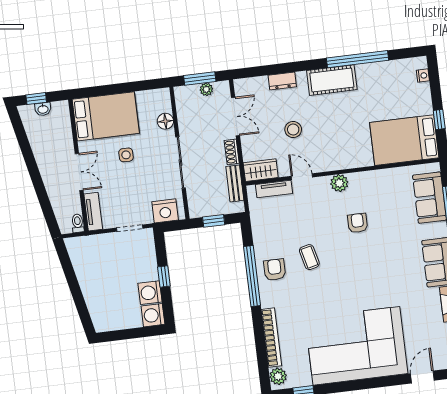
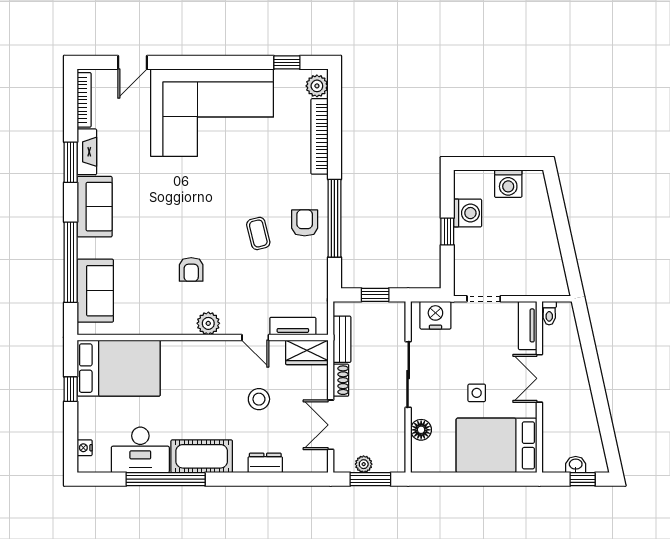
desk: (380, 79) -> (140, 450), added
armchair: (275, 270) -> (305, 223), turned 180
washing machine: (153, 315) -> (508, 184), moved, turned 90

